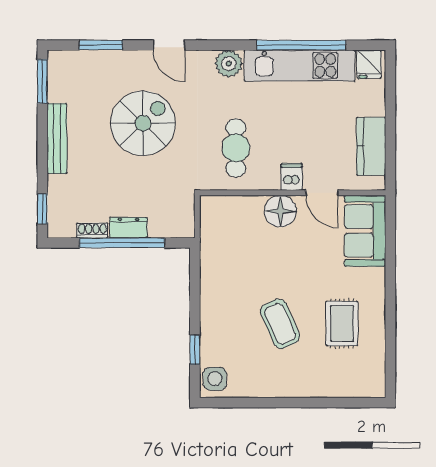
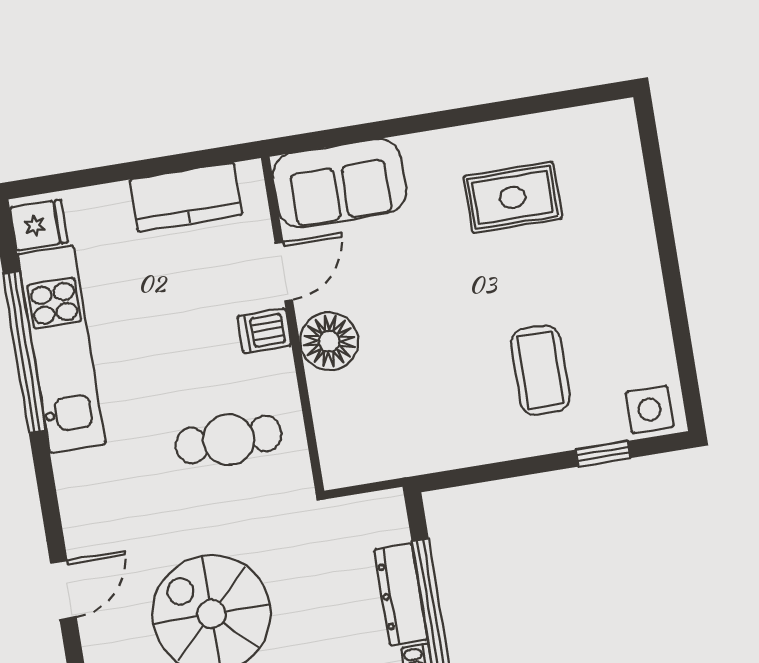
plant: (229, 64) -> (79, 477), removed
dresser: (128, 228) -> (401, 595), width x1.44
coffee table: (280, 324) -> (540, 370), moved, turned -66

